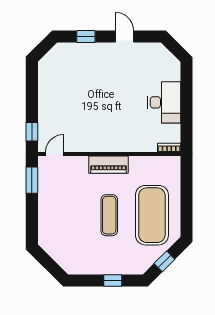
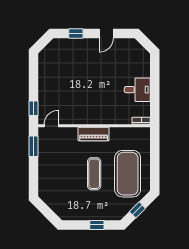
door: (124, 36) -> (106, 34), swing flipped
desk: (164, 102) -> (137, 90), width x0.73

